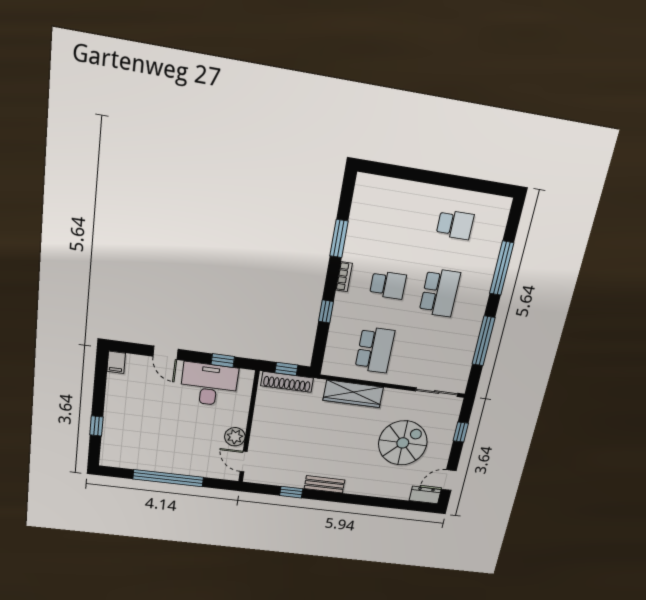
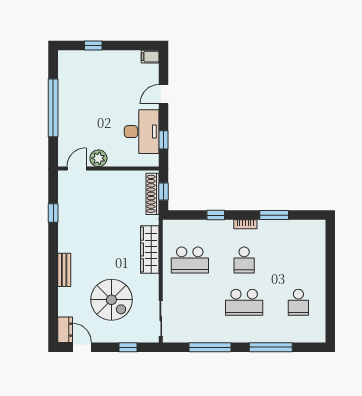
bench: (325, 484) -> (64, 270), moved

